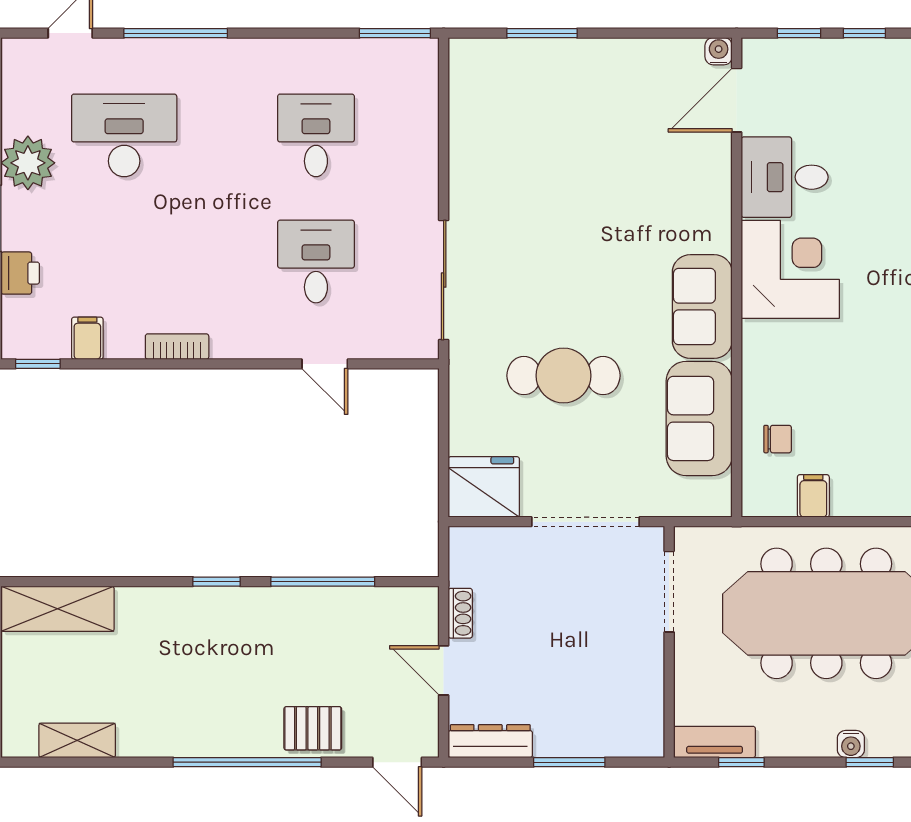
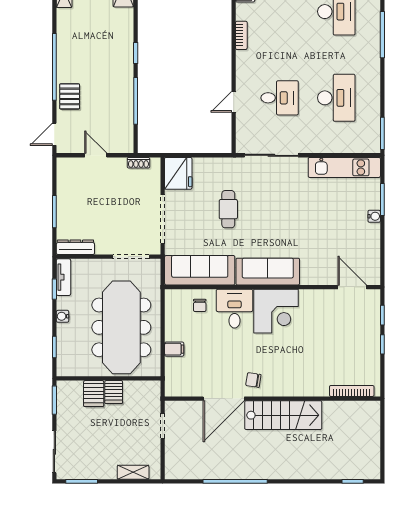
water cooler: (719, 51) -> (374, 216), moved
kitchen unit: (471, 118) -> (344, 167), added
desk: (316, 135) -> (336, 98), width x1.37
desk: (785, 177) -> (235, 309), moved
sofa: (702, 306) -> (268, 272), width x1.36
cafe table: (563, 376) -> (228, 209), width x0.73, depth x0.74
sofa: (699, 418) -> (200, 270), width x1.36
filing cabinet: (813, 496) -> (174, 349), moved
shoe rack: (460, 613) -> (138, 163), moved
door: (444, 670) -> (96, 155), hinge flipped
dresser: (490, 741) -> (75, 247), moved, turned -90
water cooler: (851, 744) -> (63, 316), moved

